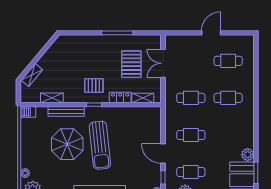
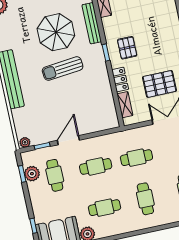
cafe table: (191, 98) -> (136, 158), turned 90
cafe table: (191, 135) -> (96, 166), turned 90
cafe table: (228, 135) -> (105, 208), added
sun lounger: (100, 145) -> (63, 69), width x0.73, depth x0.75

